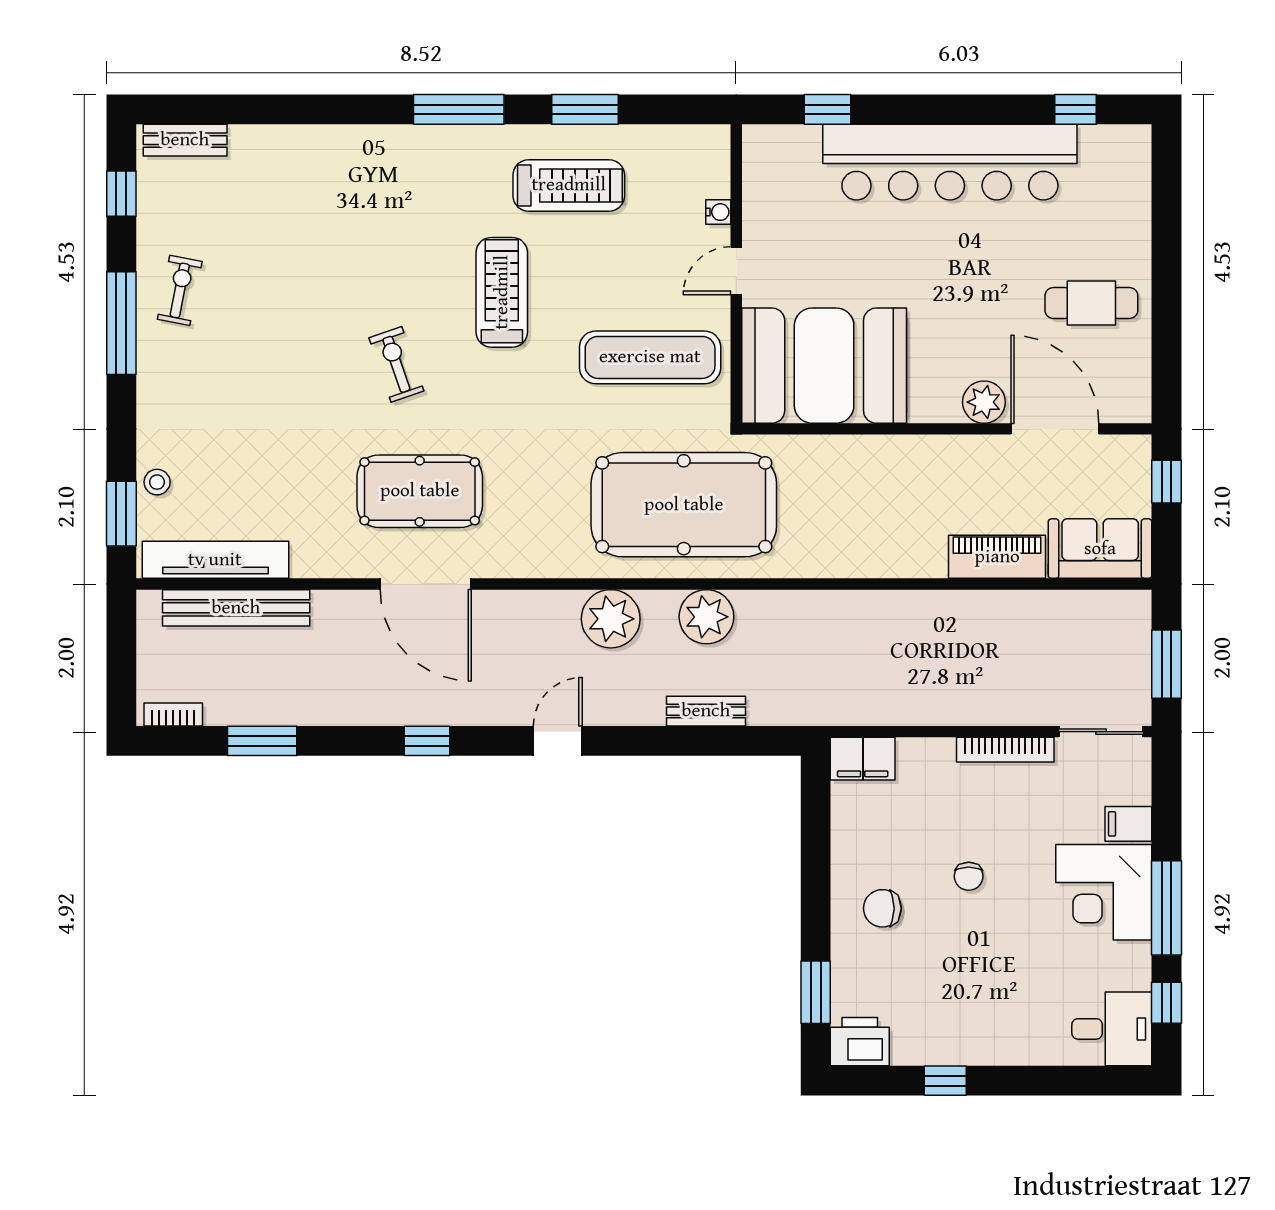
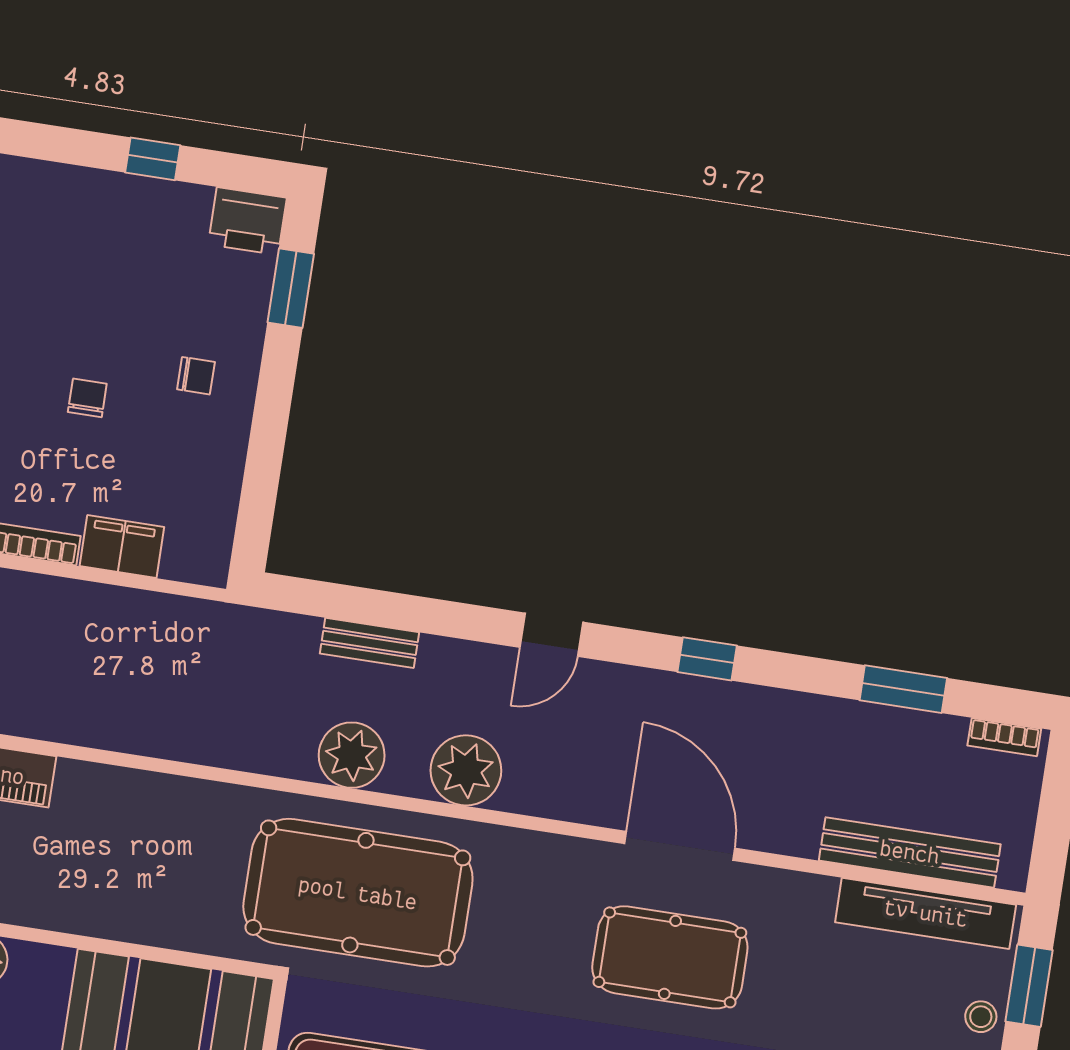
filing cabinet: (863, 759) -> (122, 547), moved
chair: (882, 908) -> (196, 376), width x0.73, depth x0.73

